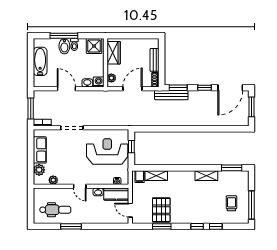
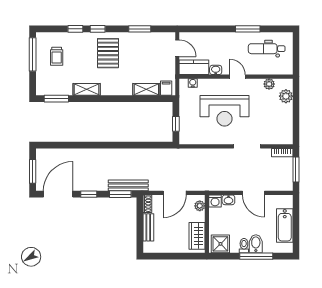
row of seats: (40, 150) -> (285, 120), removed
reception desk: (107, 152) -> (224, 111), moved
pallet: (161, 210) -> (108, 53), moved

